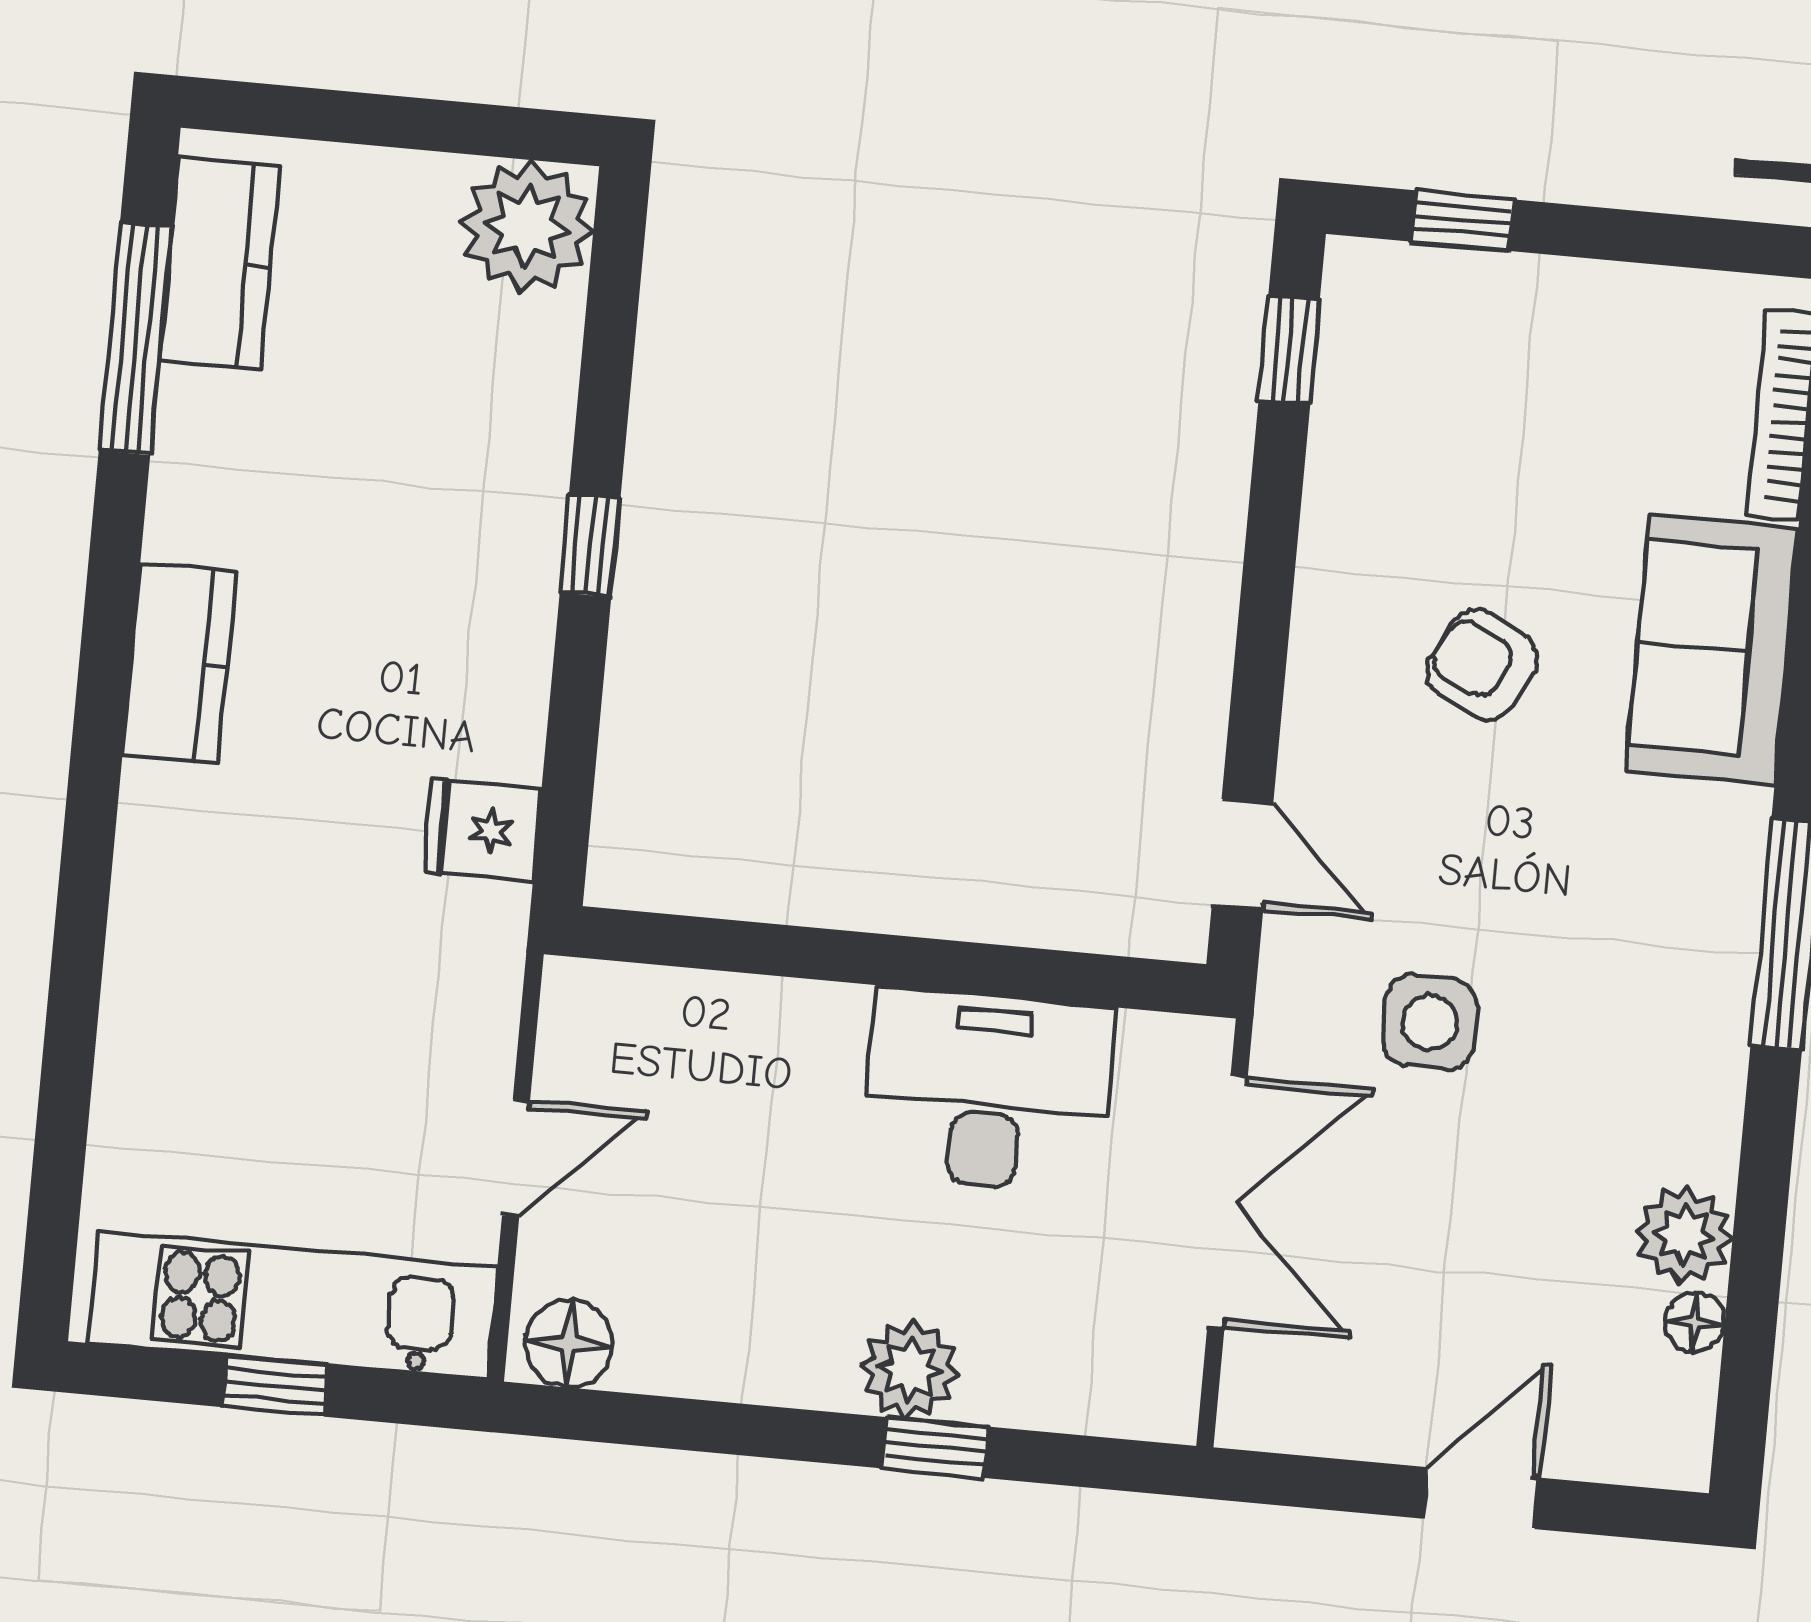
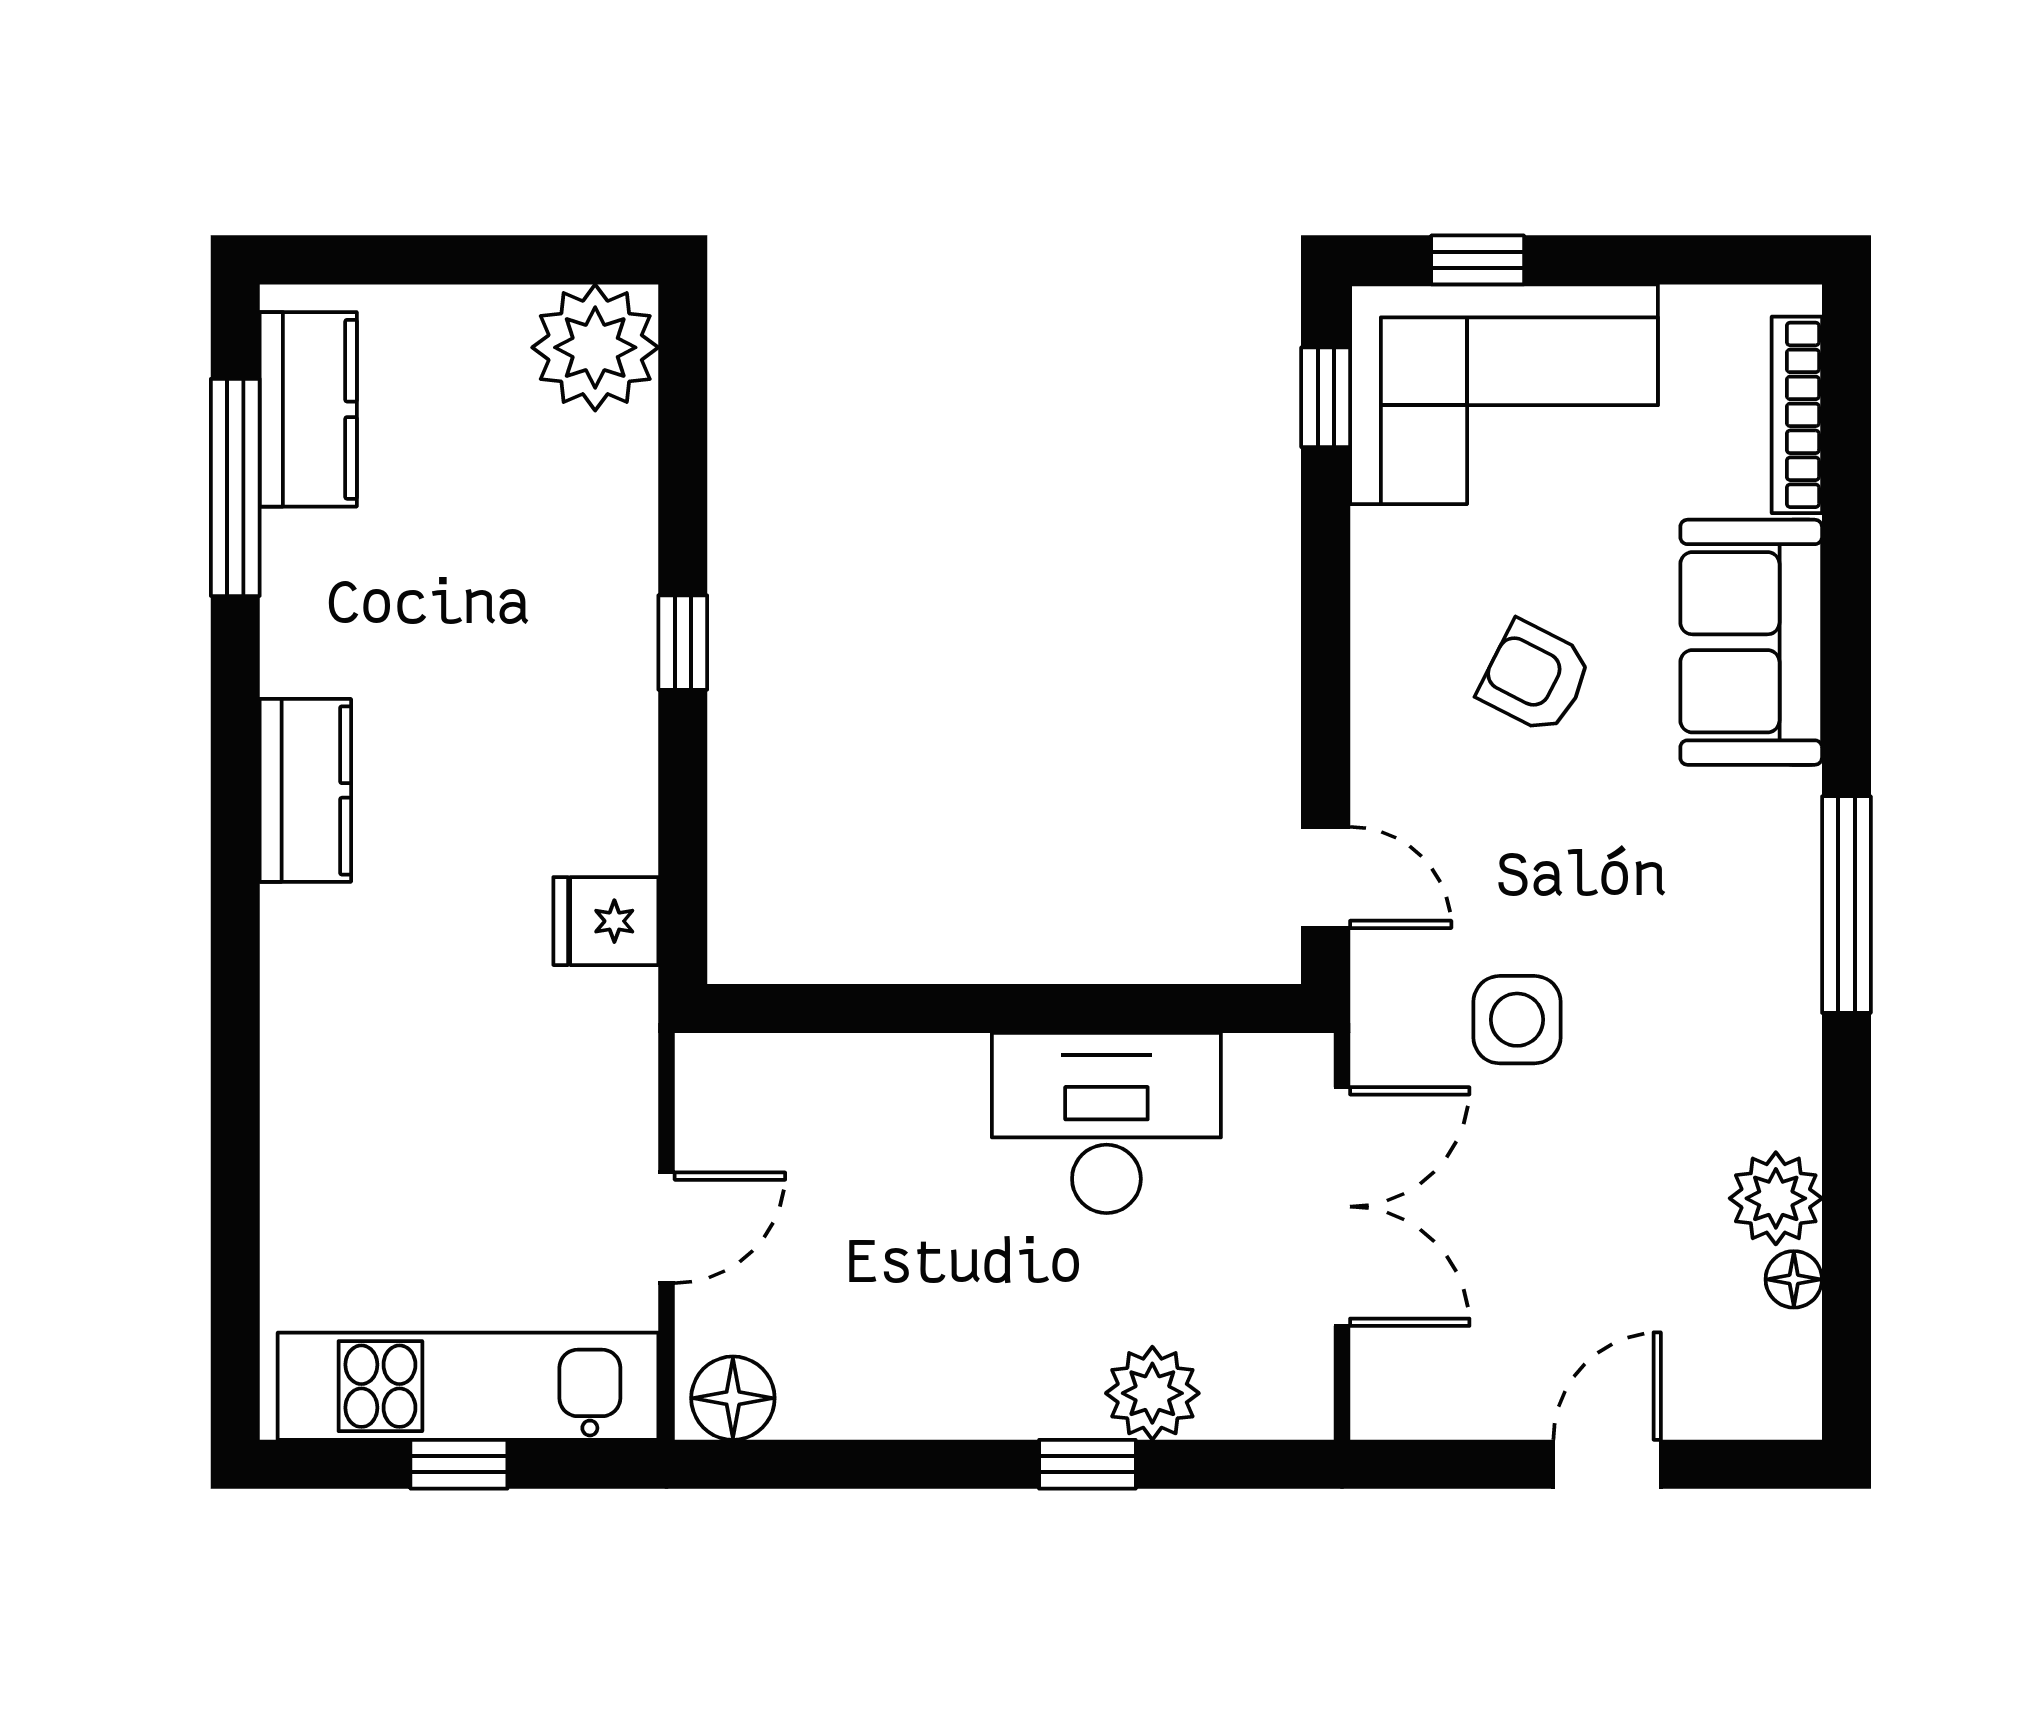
corner sofa: (1477, 364) -> (1504, 394), added
plant: (909, 1370) -> (1152, 1393), moved

